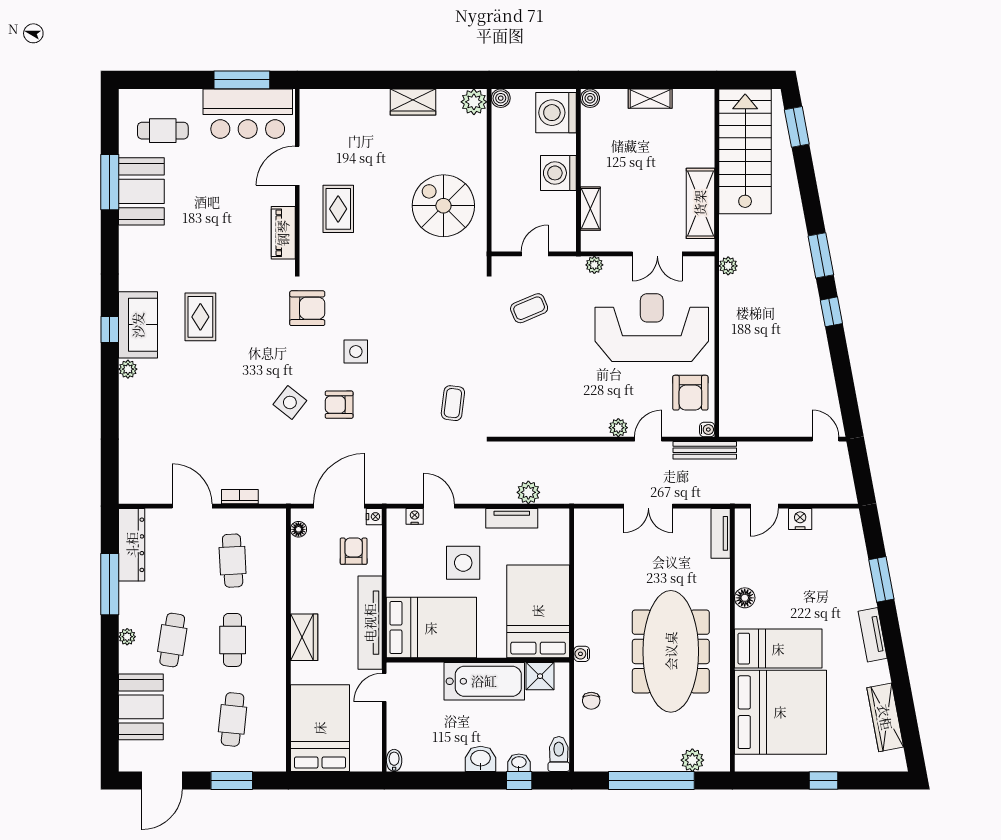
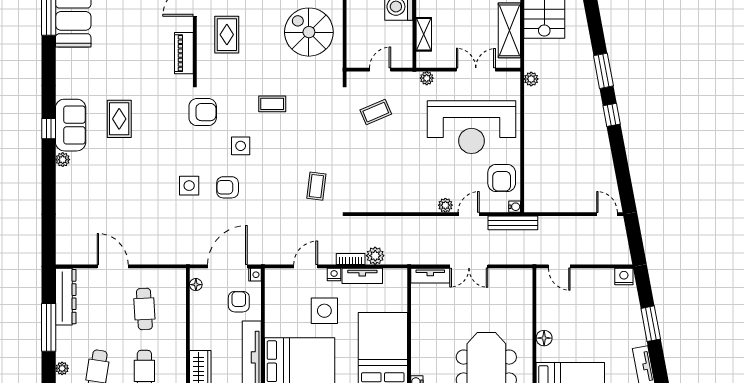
double door: (657, 254) -> (476, 70), swing flipped
coffee table: (396, 298) -> (272, 104), added
reception desk: (652, 328) -> (472, 127), turned 180
side table: (290, 402) -> (189, 186), turned -38
bookcase: (240, 497) -> (351, 259), moved
door: (439, 506) -> (306, 266), hinge flipped
door: (764, 506) -> (559, 266), hinge flipped
nightstand: (415, 516) -> (334, 274), moved
nightstand: (800, 519) -> (624, 277), moved
tv unit: (721, 533) -> (430, 276), moved, turned -90

